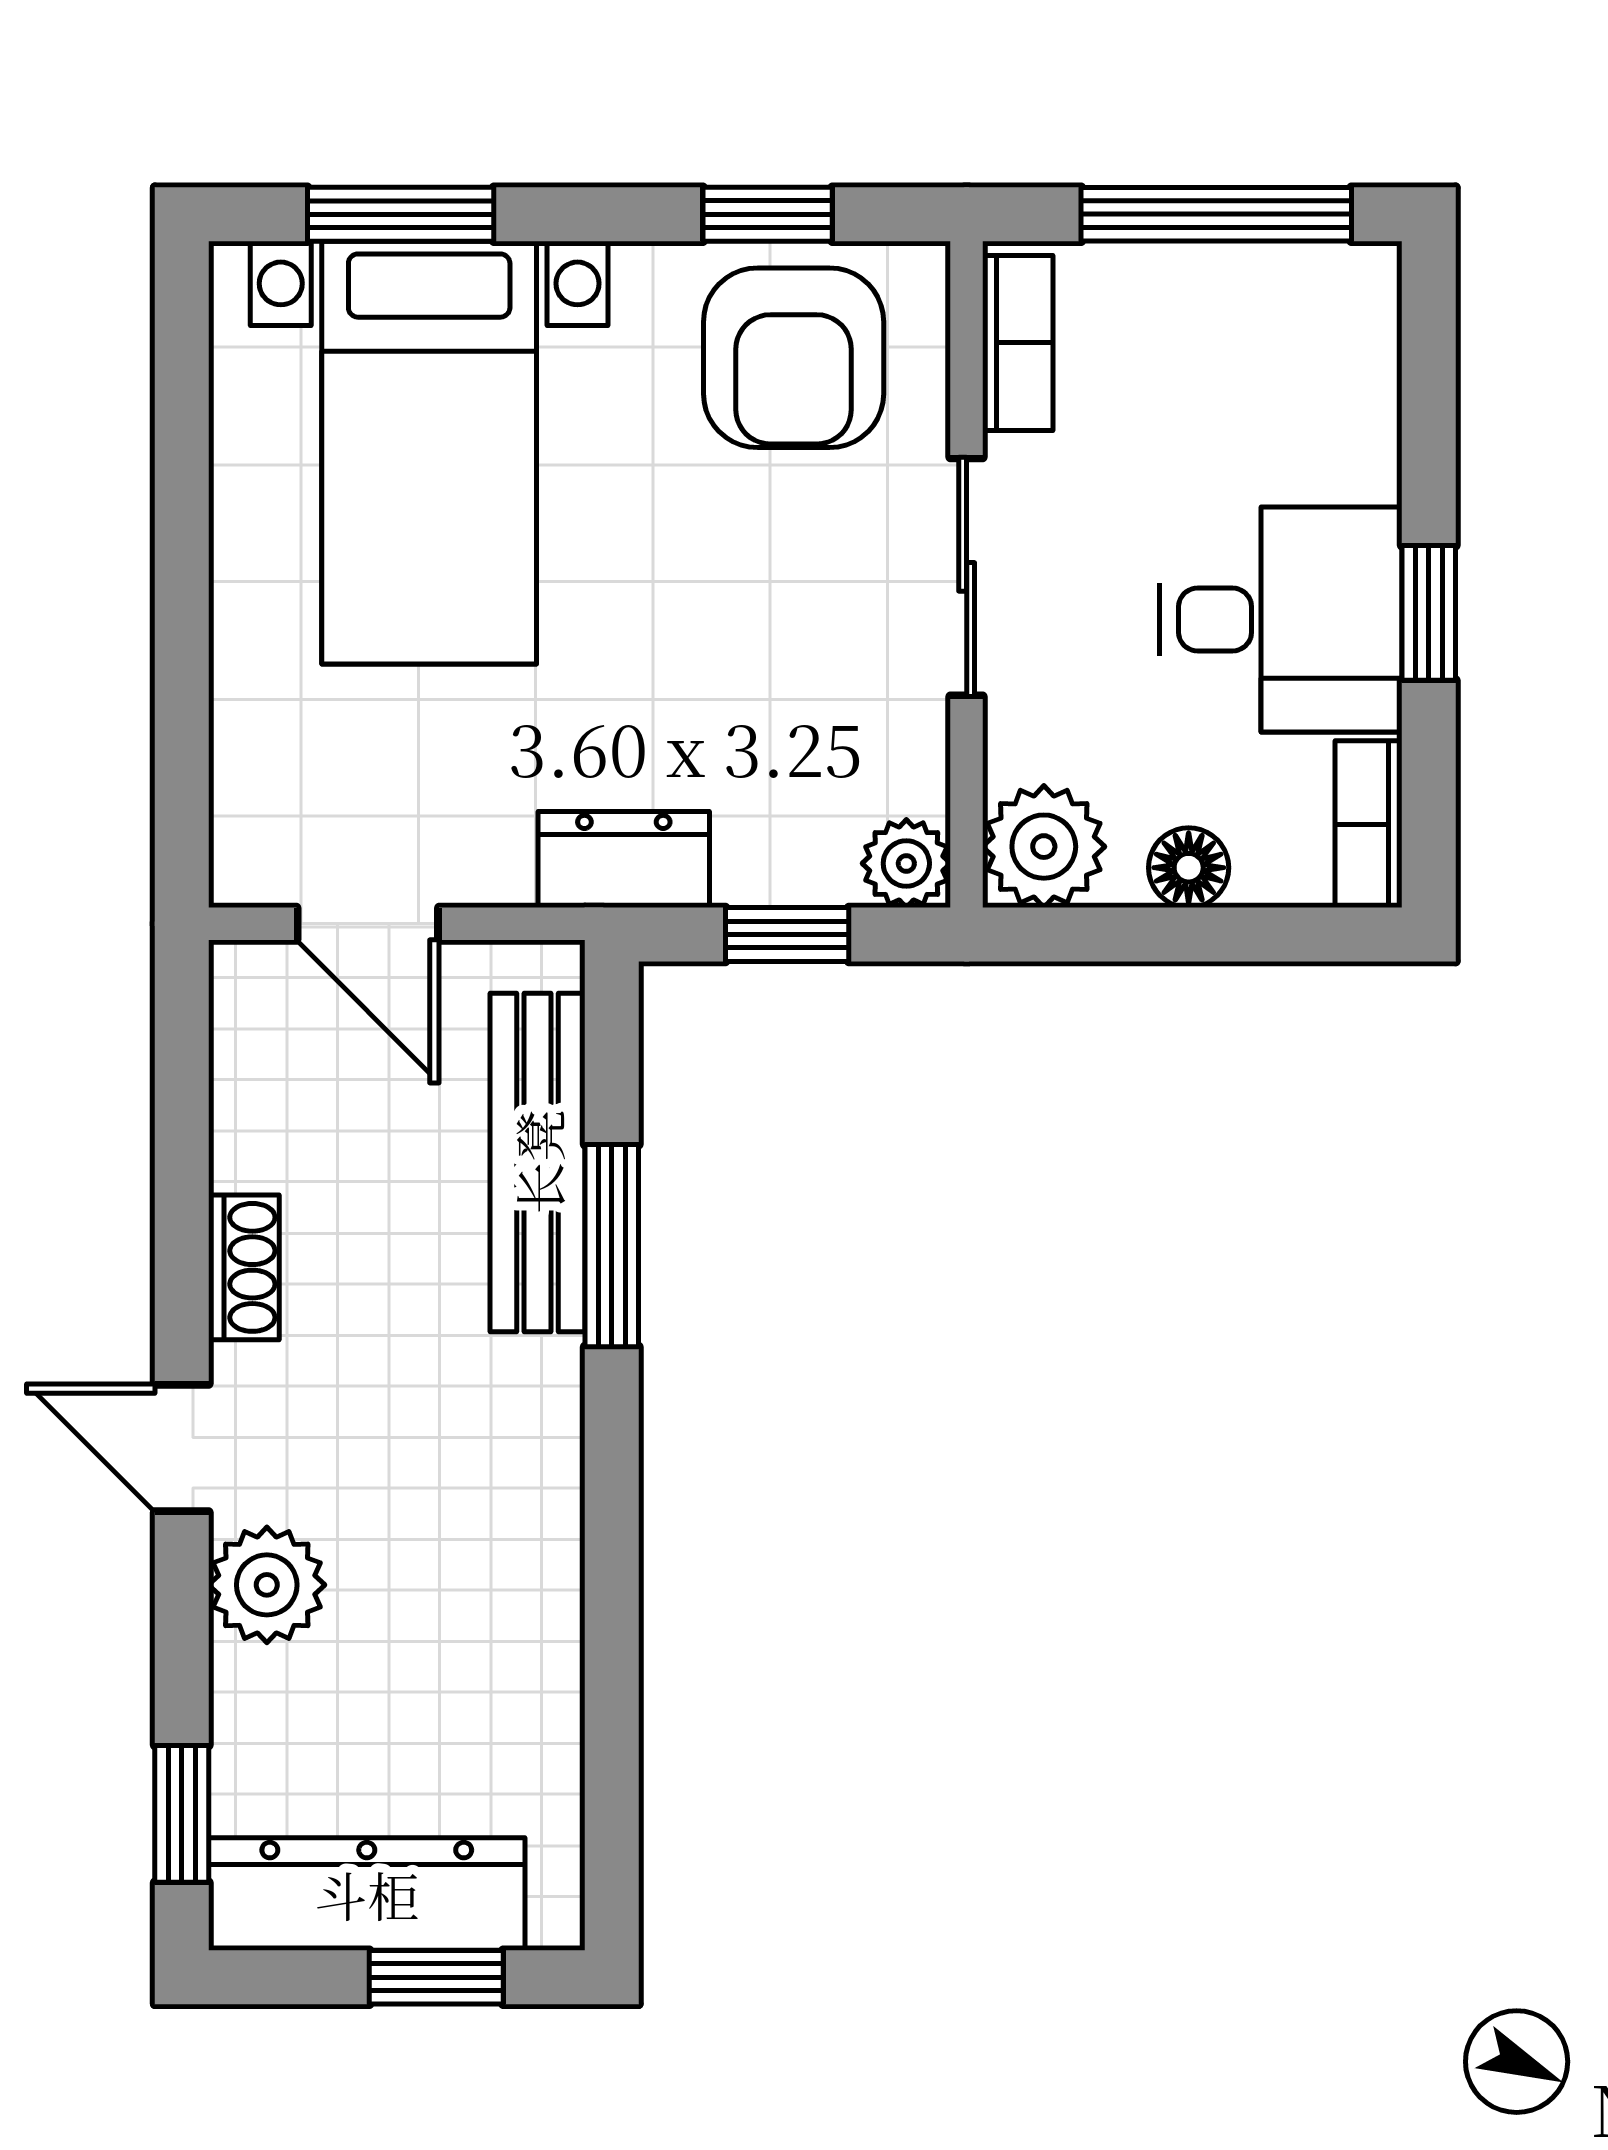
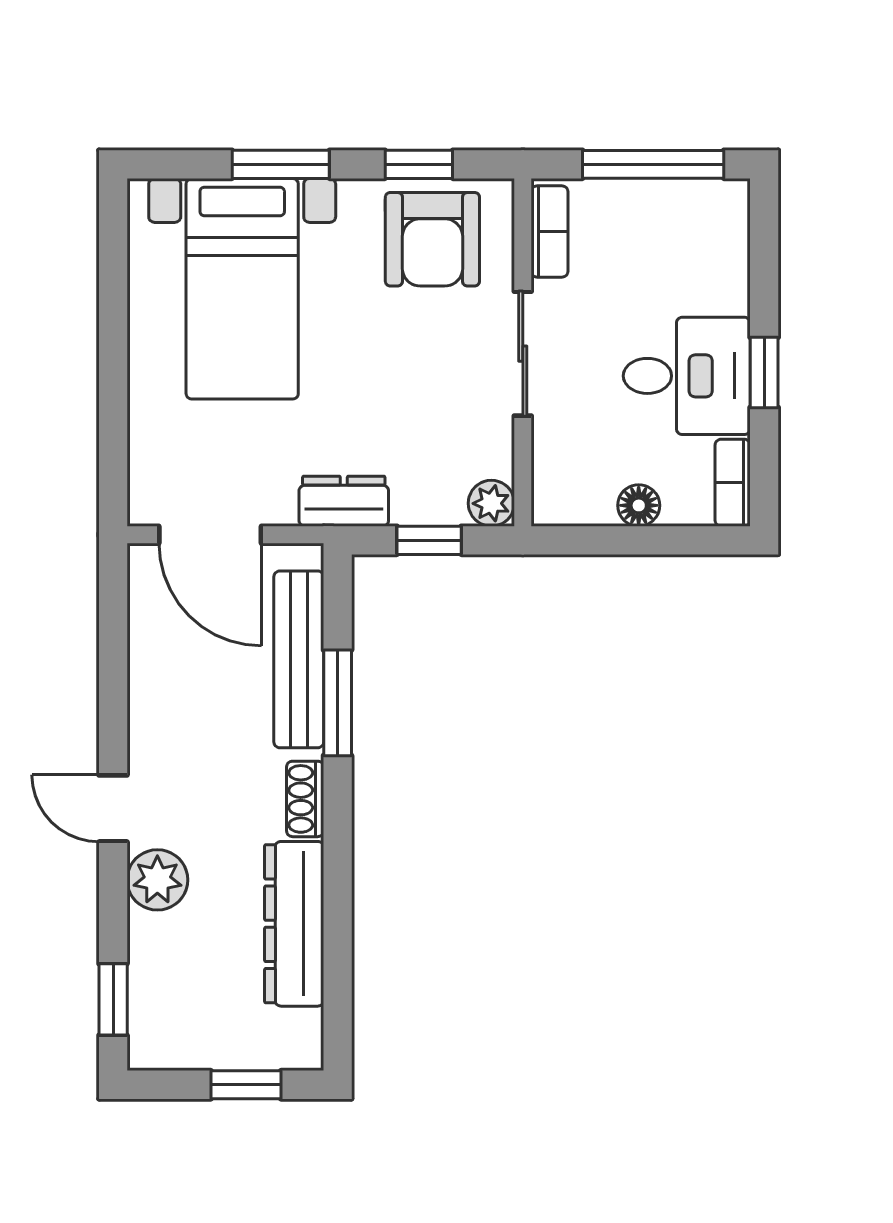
window: (401, 214) -> (281, 164), moved
plant: (1044, 847) -> (563, 494), removed
door: (368, 924) -> (210, 535), width x1.38
shoe rack: (244, 1267) -> (305, 799), moved, turned 180
dresser: (367, 1894) -> (294, 924), moved, turned -90

